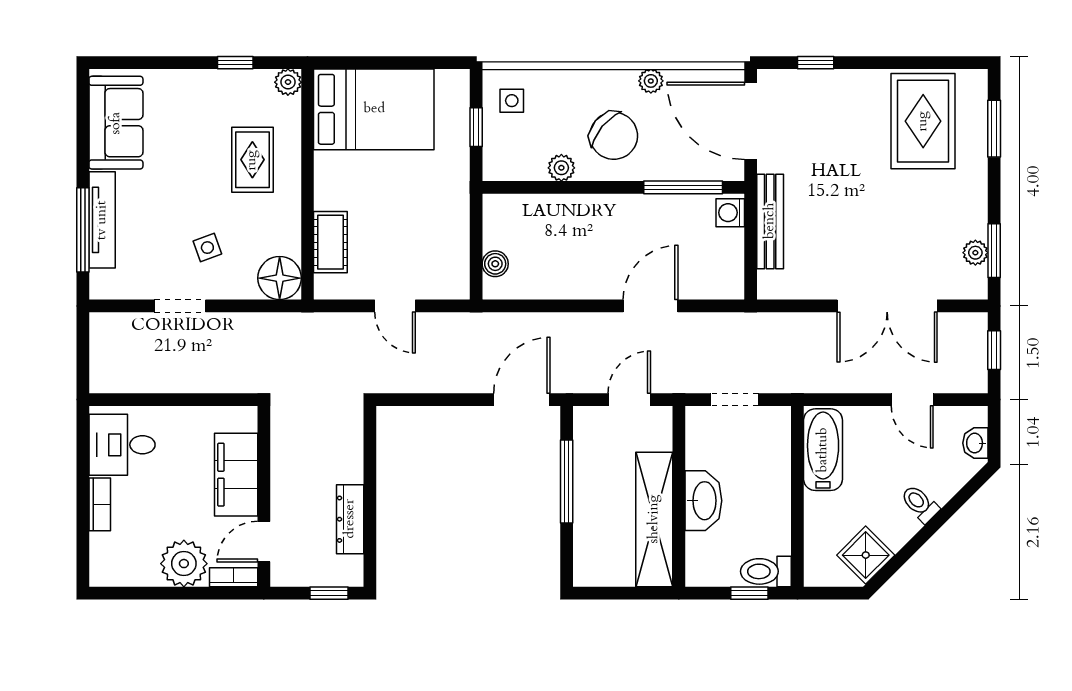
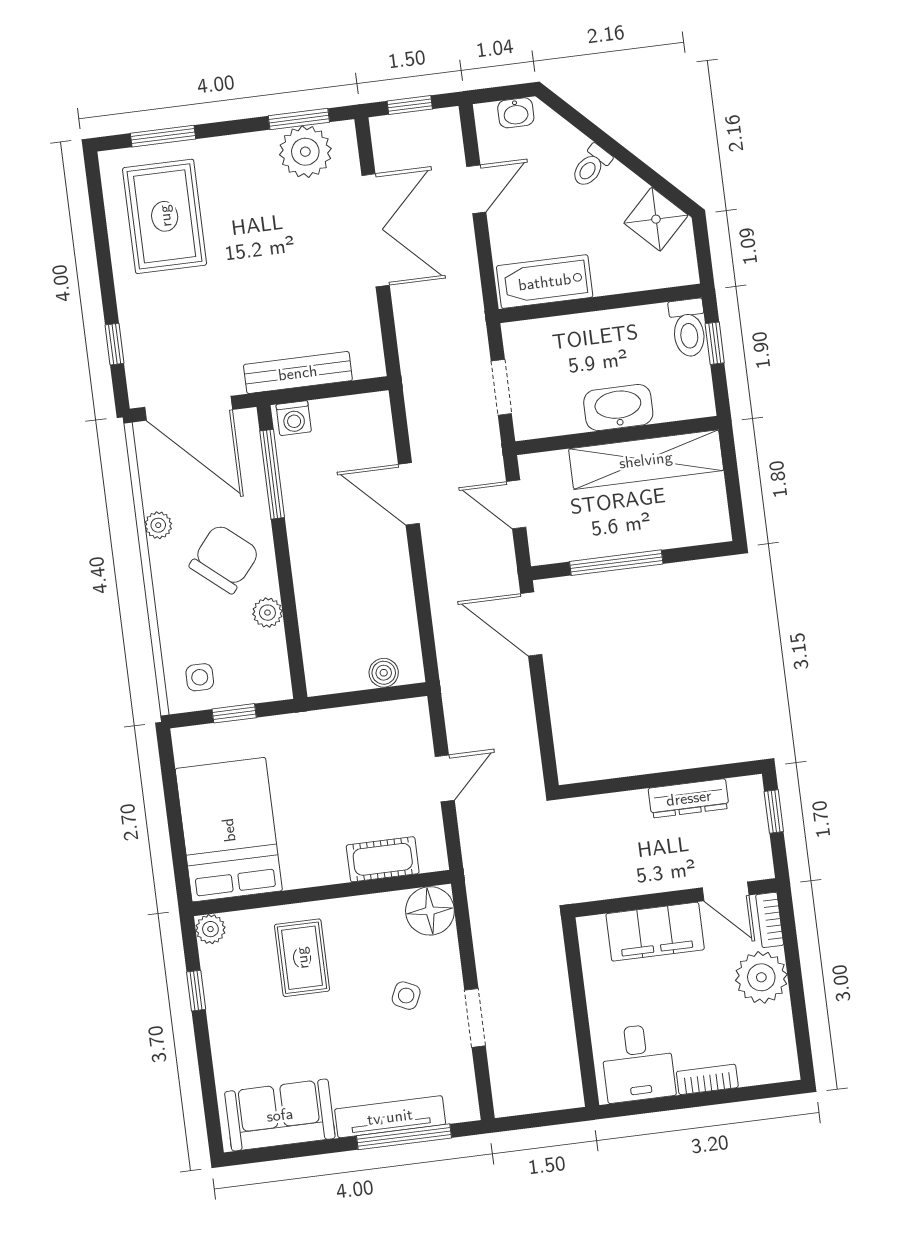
door: (751, 121) -> (189, 408), hinge flipped
rug: (923, 121) -> (165, 216), turned 90
rug: (252, 160) -> (302, 958), turned 90
side table: (207, 248) -> (406, 996), turned 45
plant: (975, 253) -> (305, 152), width x1.87, depth x1.87

